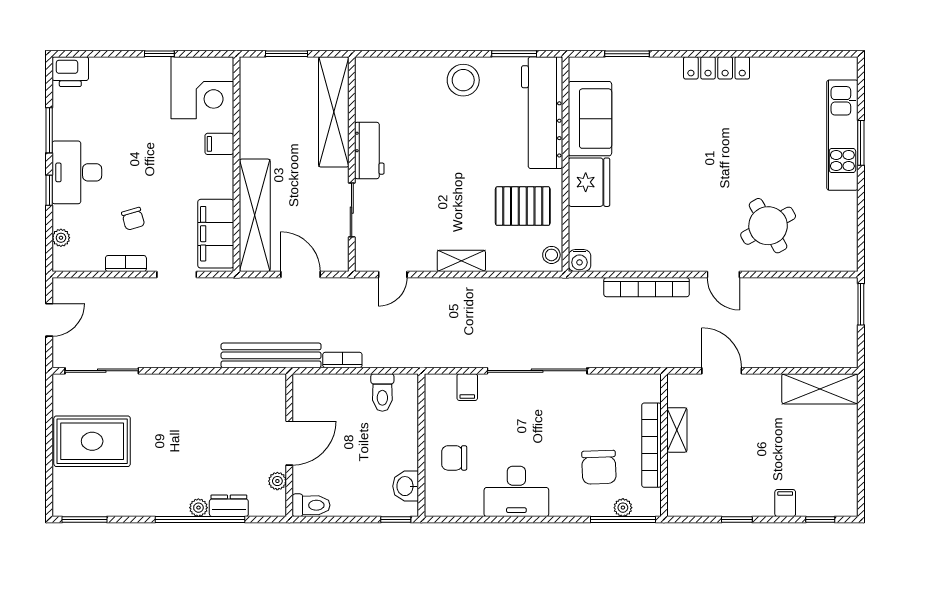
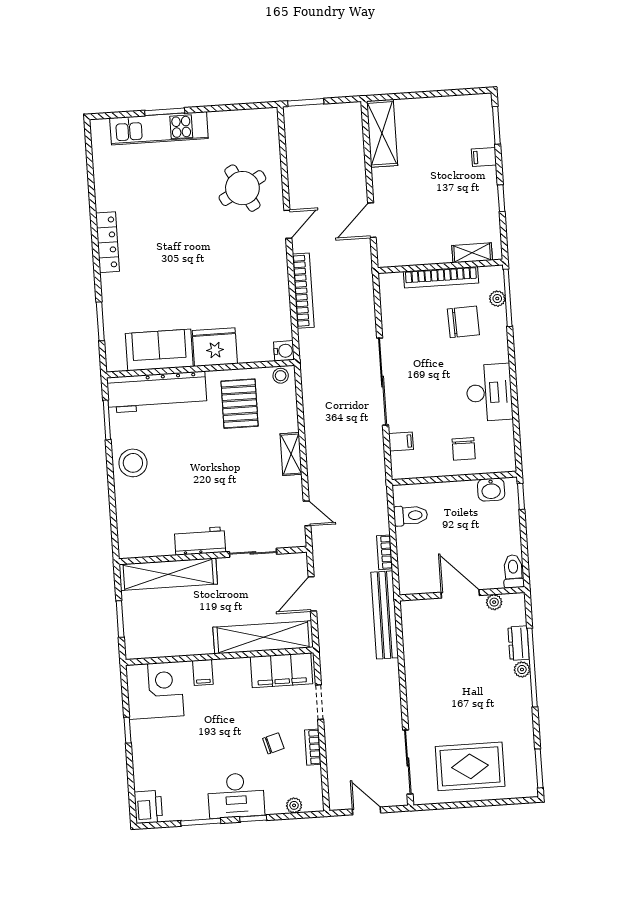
shelving: (677, 430) -> (472, 253), moved
rug: (92, 441) -> (470, 766), turned 90
window: (820, 520) -> (496, 125), width x1.50

